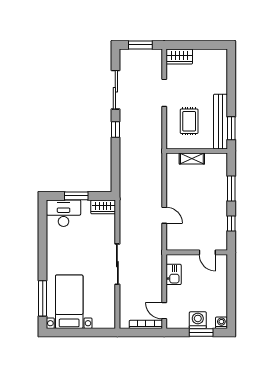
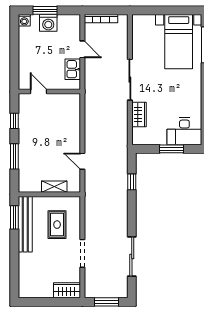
window: (115, 130) -> (132, 182), moved
wardrobe: (103, 207) -> (139, 114), moved, turned 90
door: (164, 215) -> (82, 161), moved
door: (164, 311) -> (82, 49), moved

